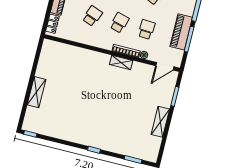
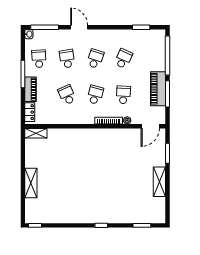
school desk: (92, 16) -> (67, 95), turned -45
shelving: (121, 62) -> (36, 133), moved

